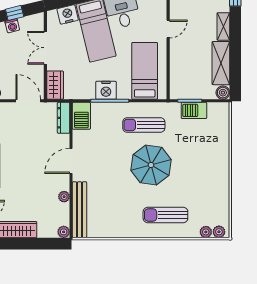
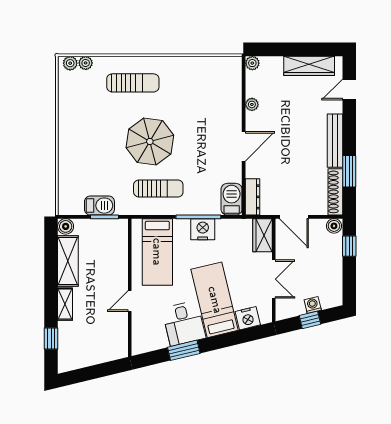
bench: (79, 210) -> (234, 89), removed

